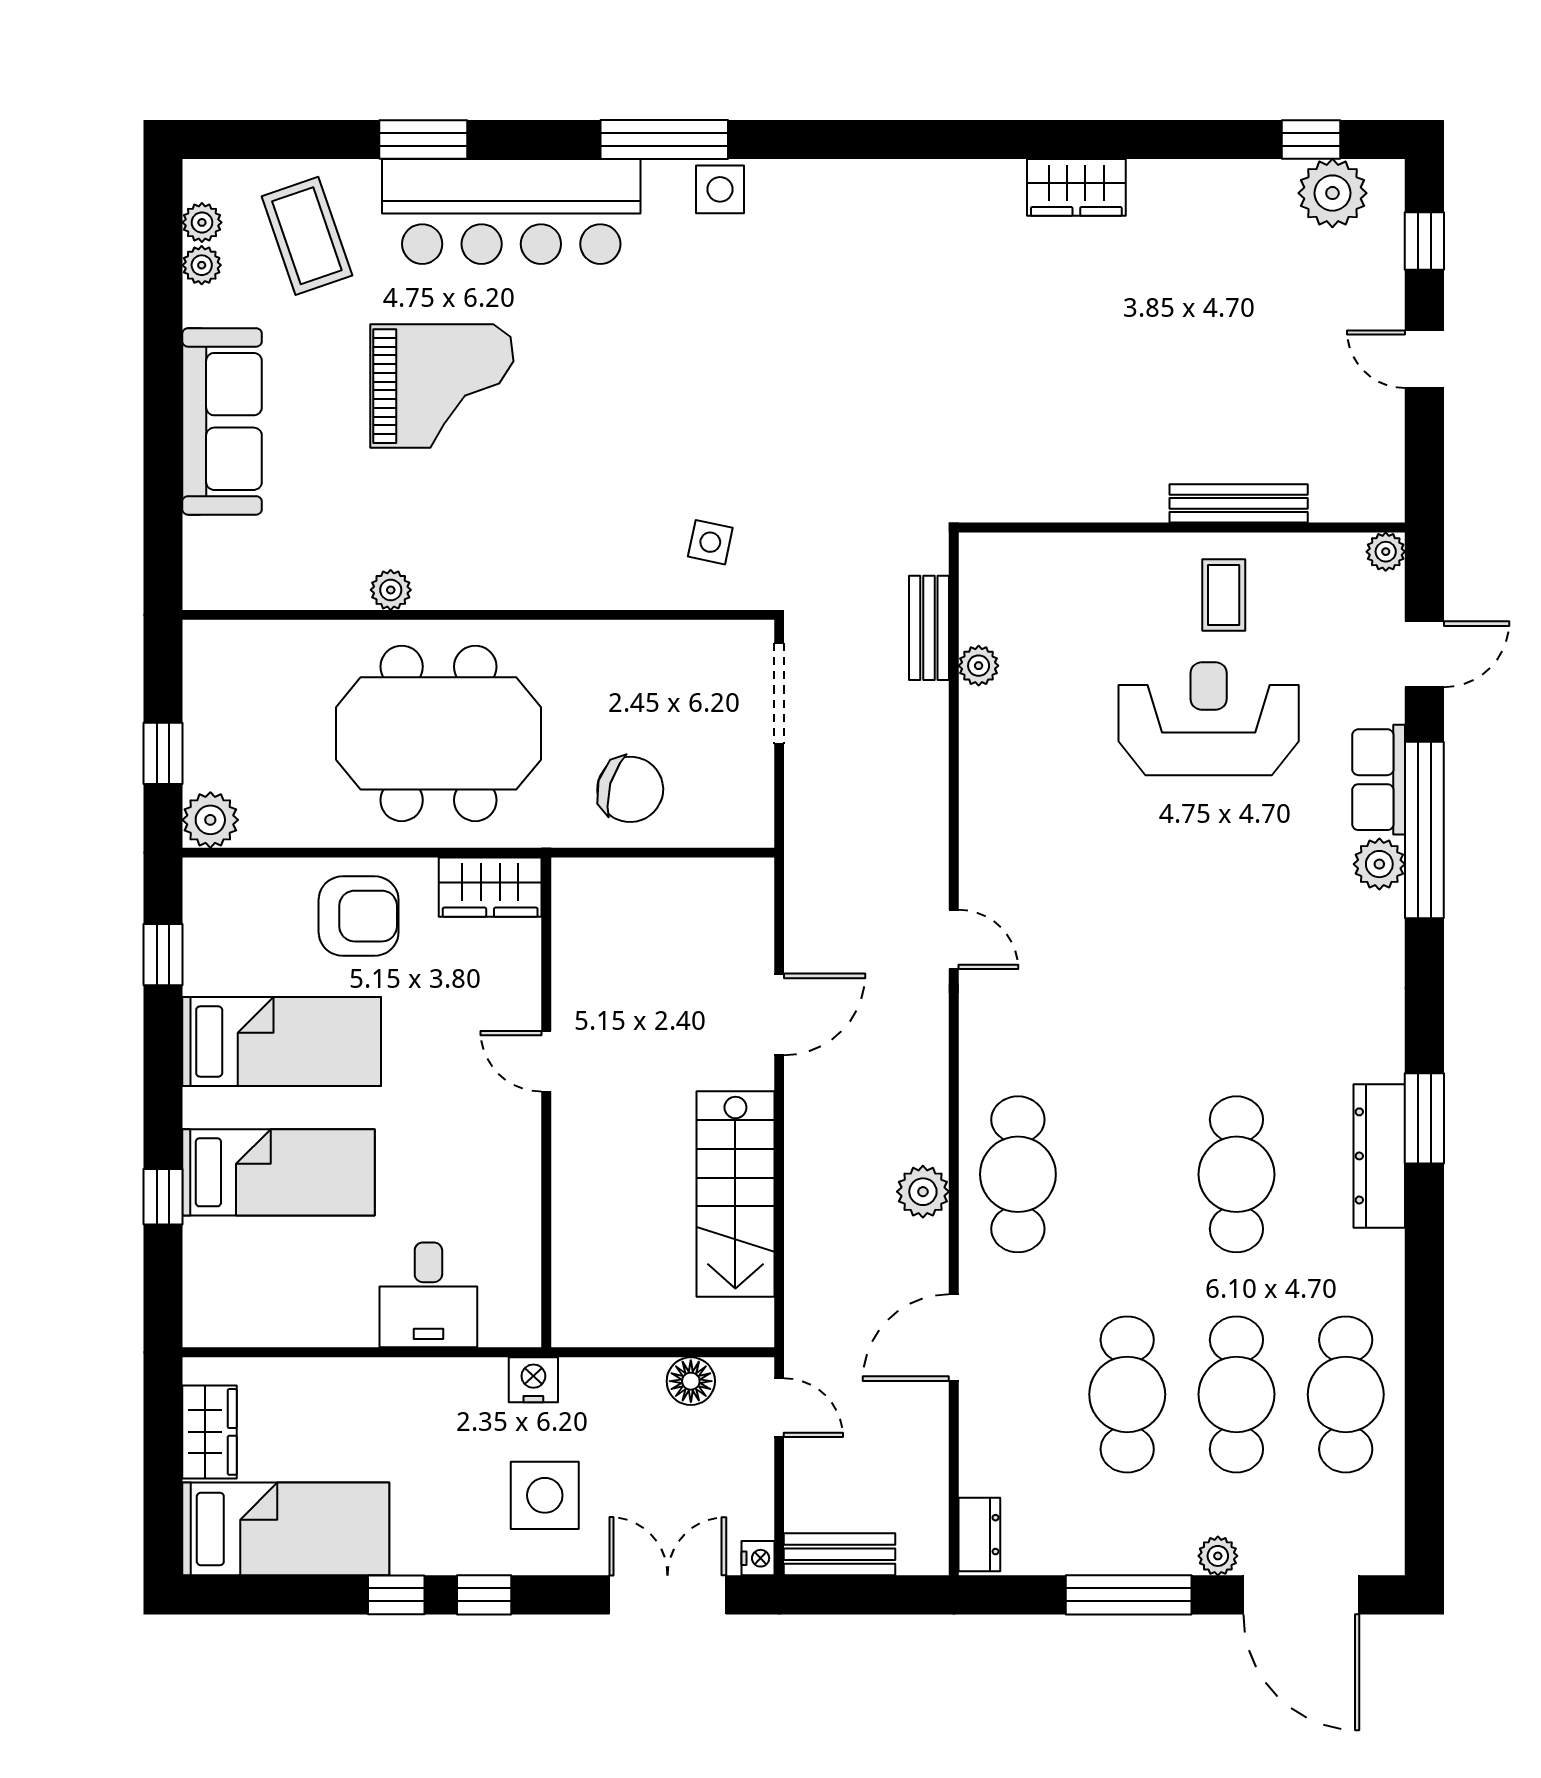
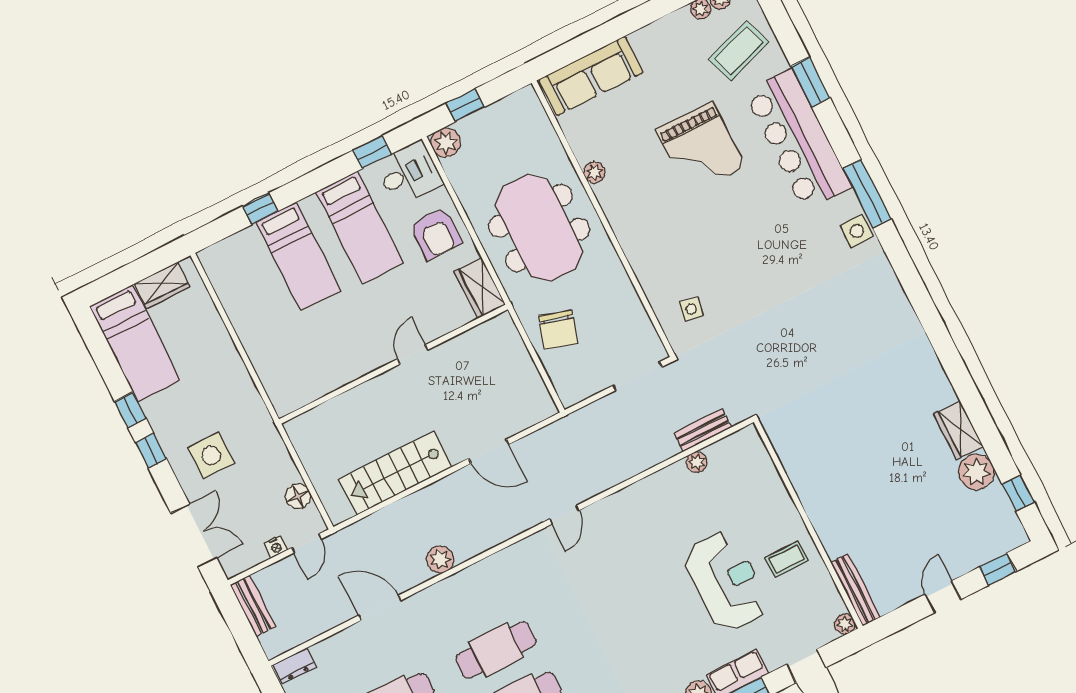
wardrobe: (1076, 187) -> (959, 430), moved
plant: (1332, 193) -> (976, 472), moved
sofa: (222, 421) -> (591, 76), moved
bench: (1239, 503) -> (855, 590), moved
cafe table: (1018, 1174) -> (496, 650), moved
desk: (428, 1295) -> (409, 173), moved, turned 180
nightstand: (533, 1380) -> (262, 423), removed
nightstand: (758, 1558) -> (276, 547), moved

